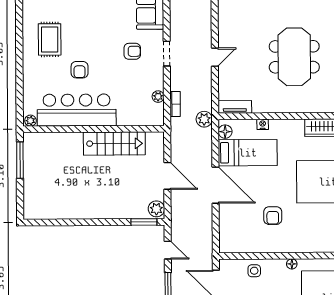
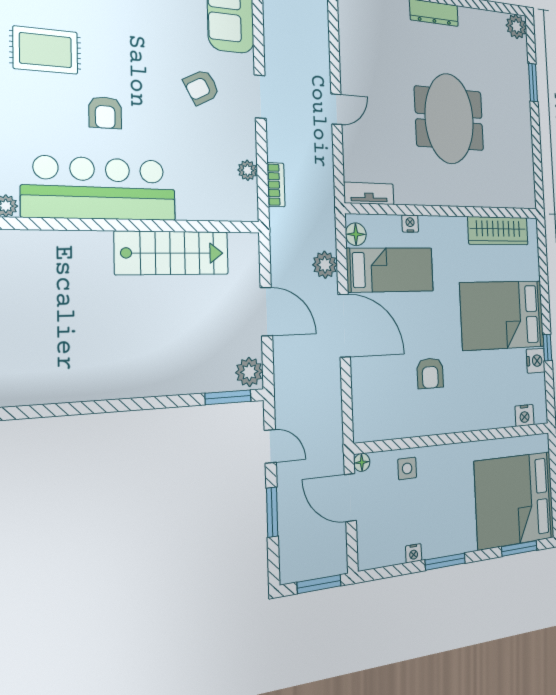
rug: (50, 39) -> (46, 50), turned 90
armchair: (132, 51) -> (202, 87), turned 152
plant: (204, 119) -> (325, 265), moved
floor lamp: (292, 264) -> (362, 462), moved

